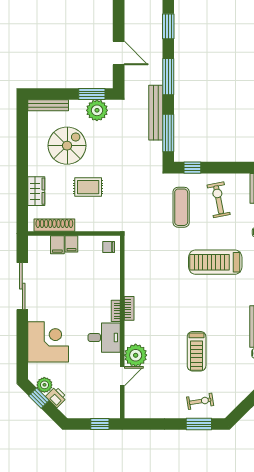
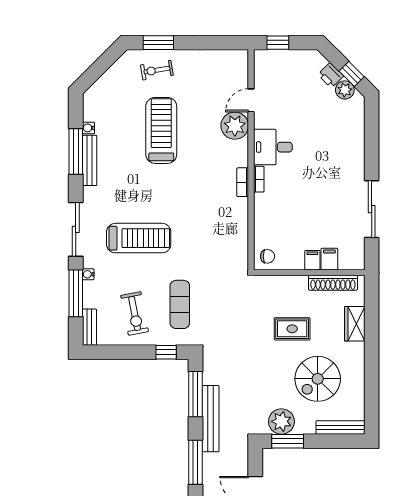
corner desk: (48, 342) -> (340, 142), removed
treadmill: (197, 351) -> (161, 130), width x1.37, depth x1.38

